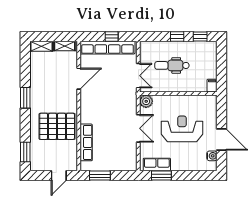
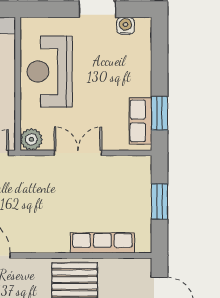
reception desk: (182, 129) -> (50, 72), moved
window: (100, 176) -> (160, 202), moved

